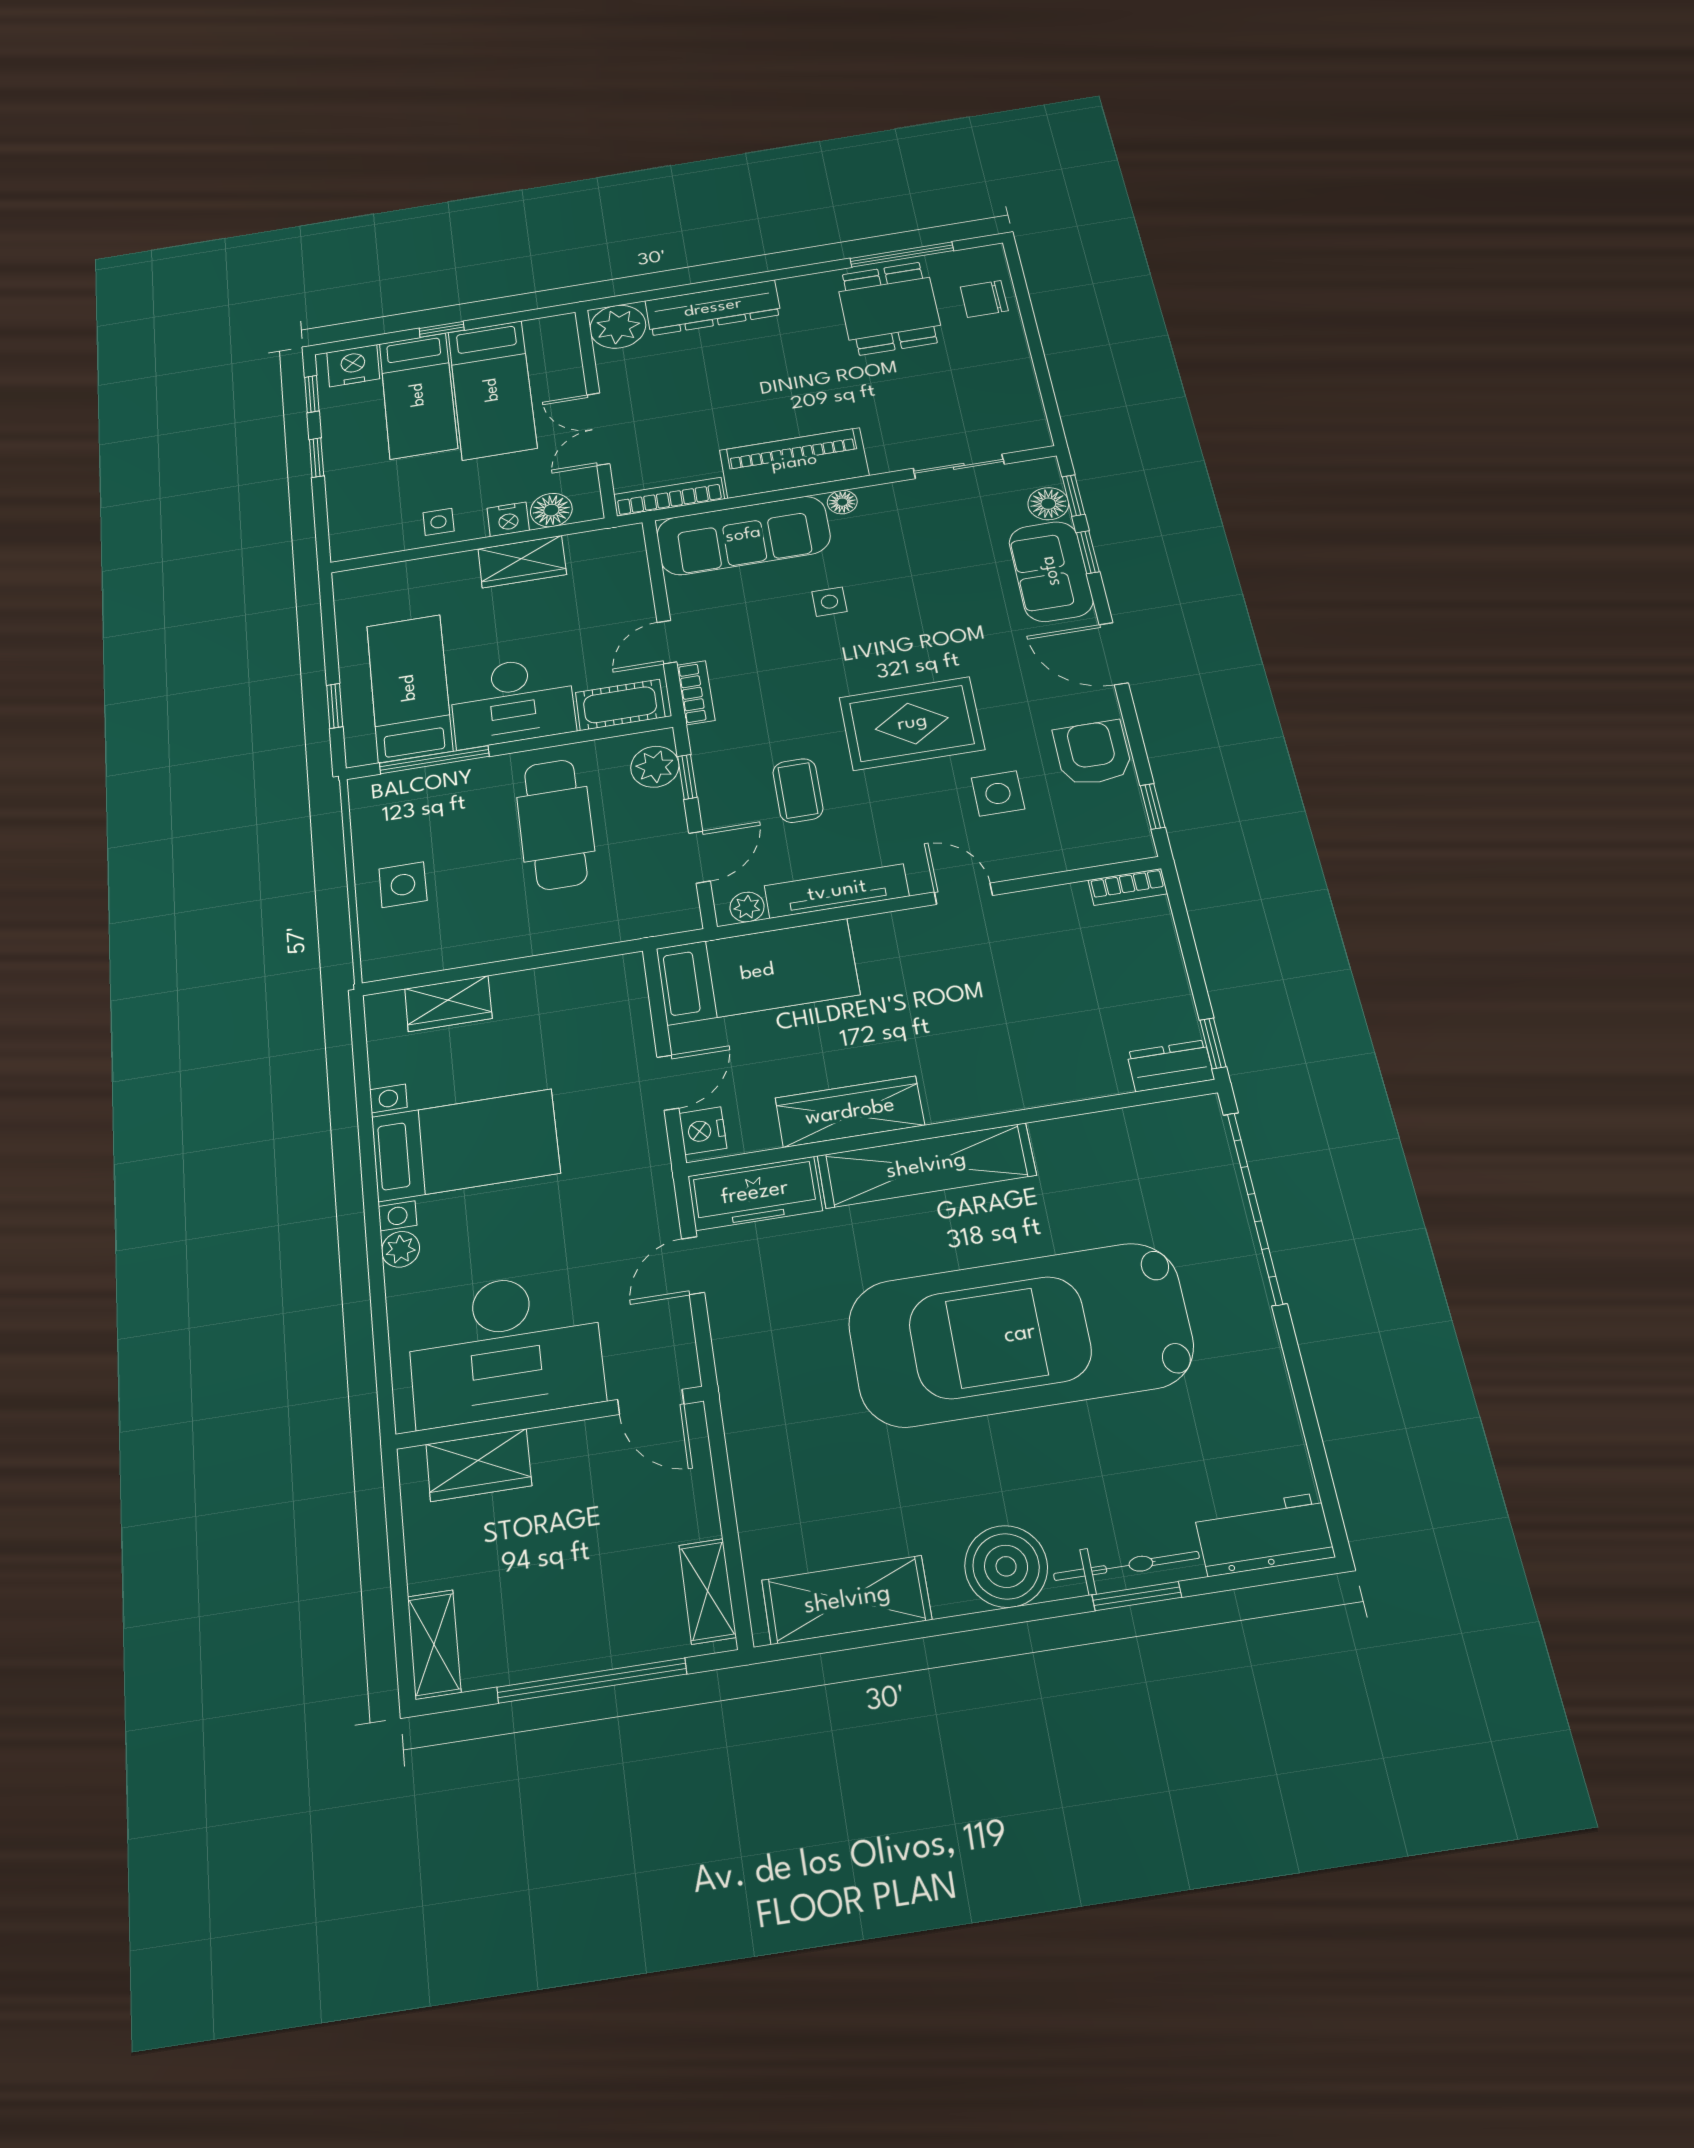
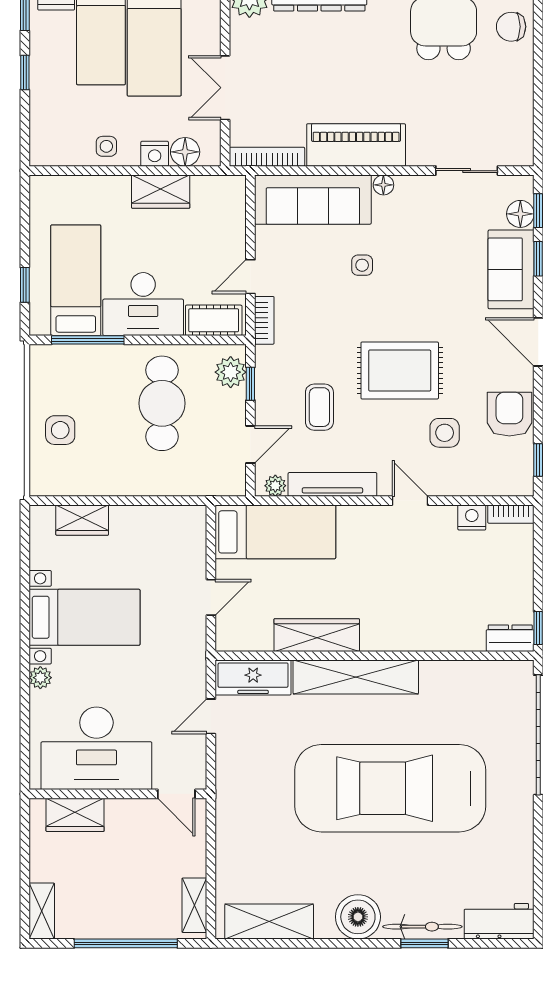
nightstand: (703, 1131) -> (472, 518), moved, turned 90

